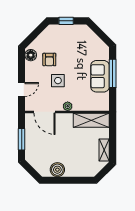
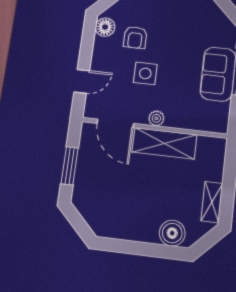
shelving: (91, 120) -> (164, 143), moved
boiler: (57, 170) -> (172, 233), moved

